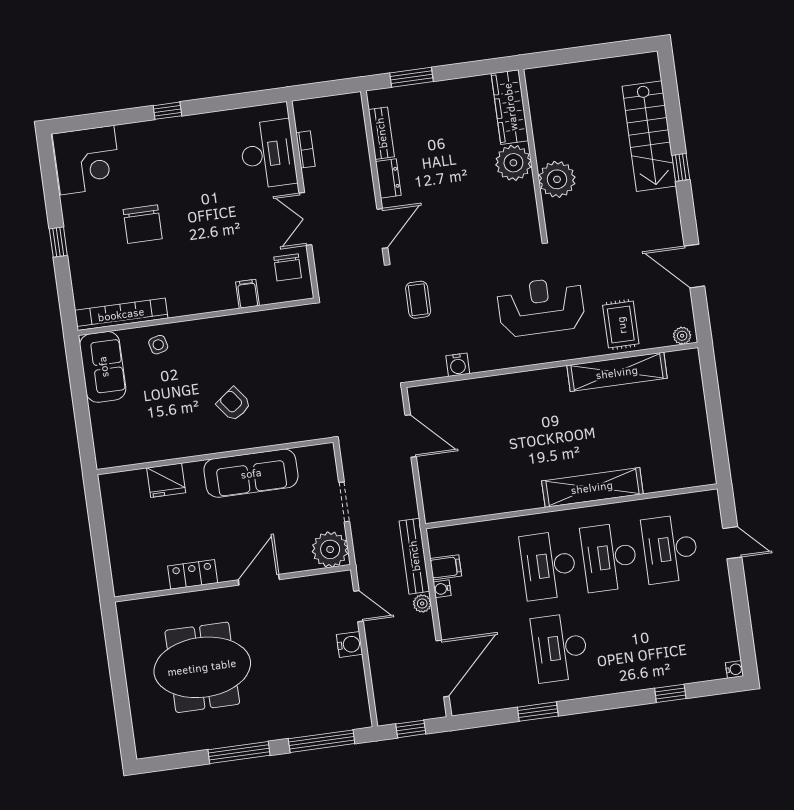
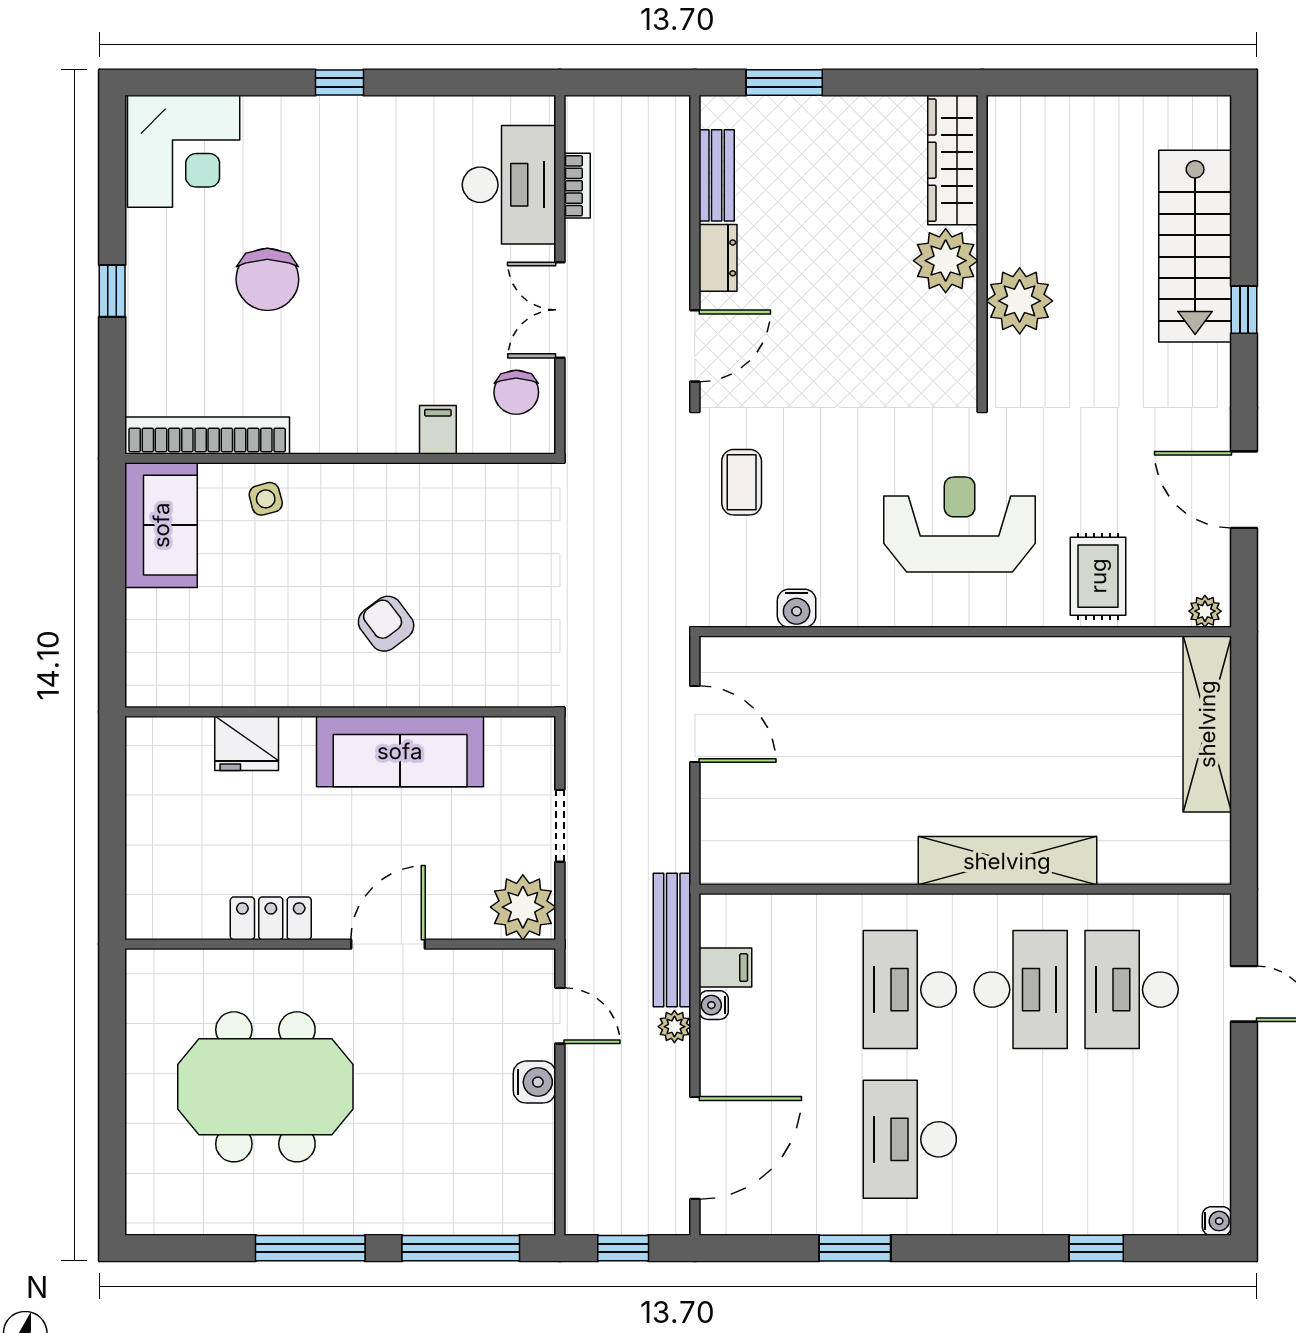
shelving: (617, 372) -> (1207, 724), moved, turned 90
desk: (609, 557) -> (1021, 990), turned 180

